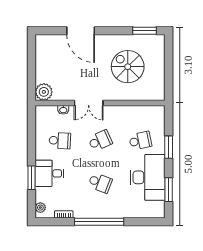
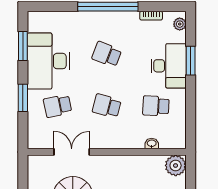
double door: (89, 103) -> (72, 152), moved
school desk: (100, 141) -> (107, 106), turned 39
desk: (49, 173) -> (169, 66), width x1.37

